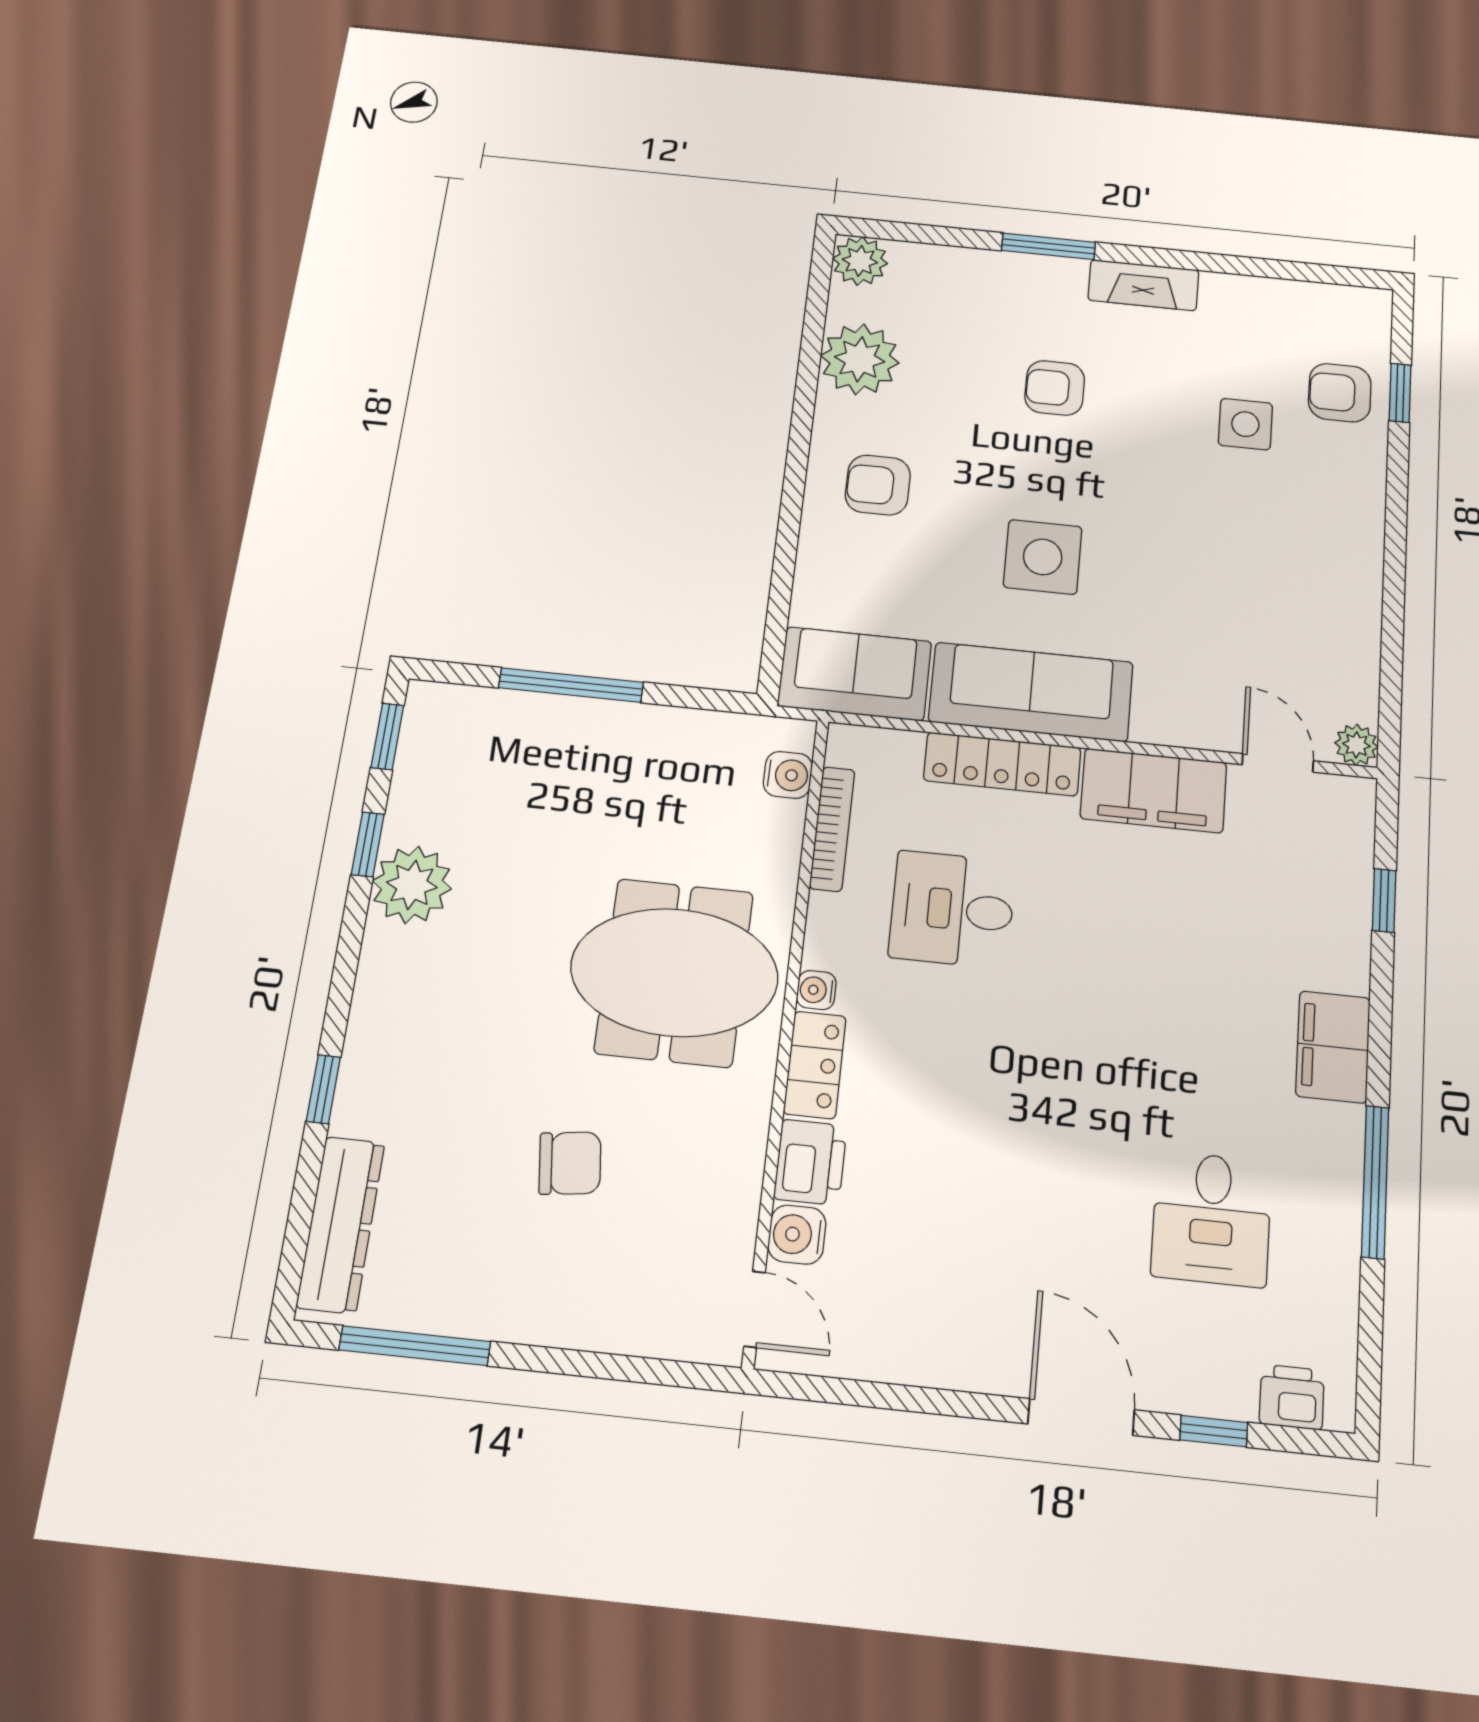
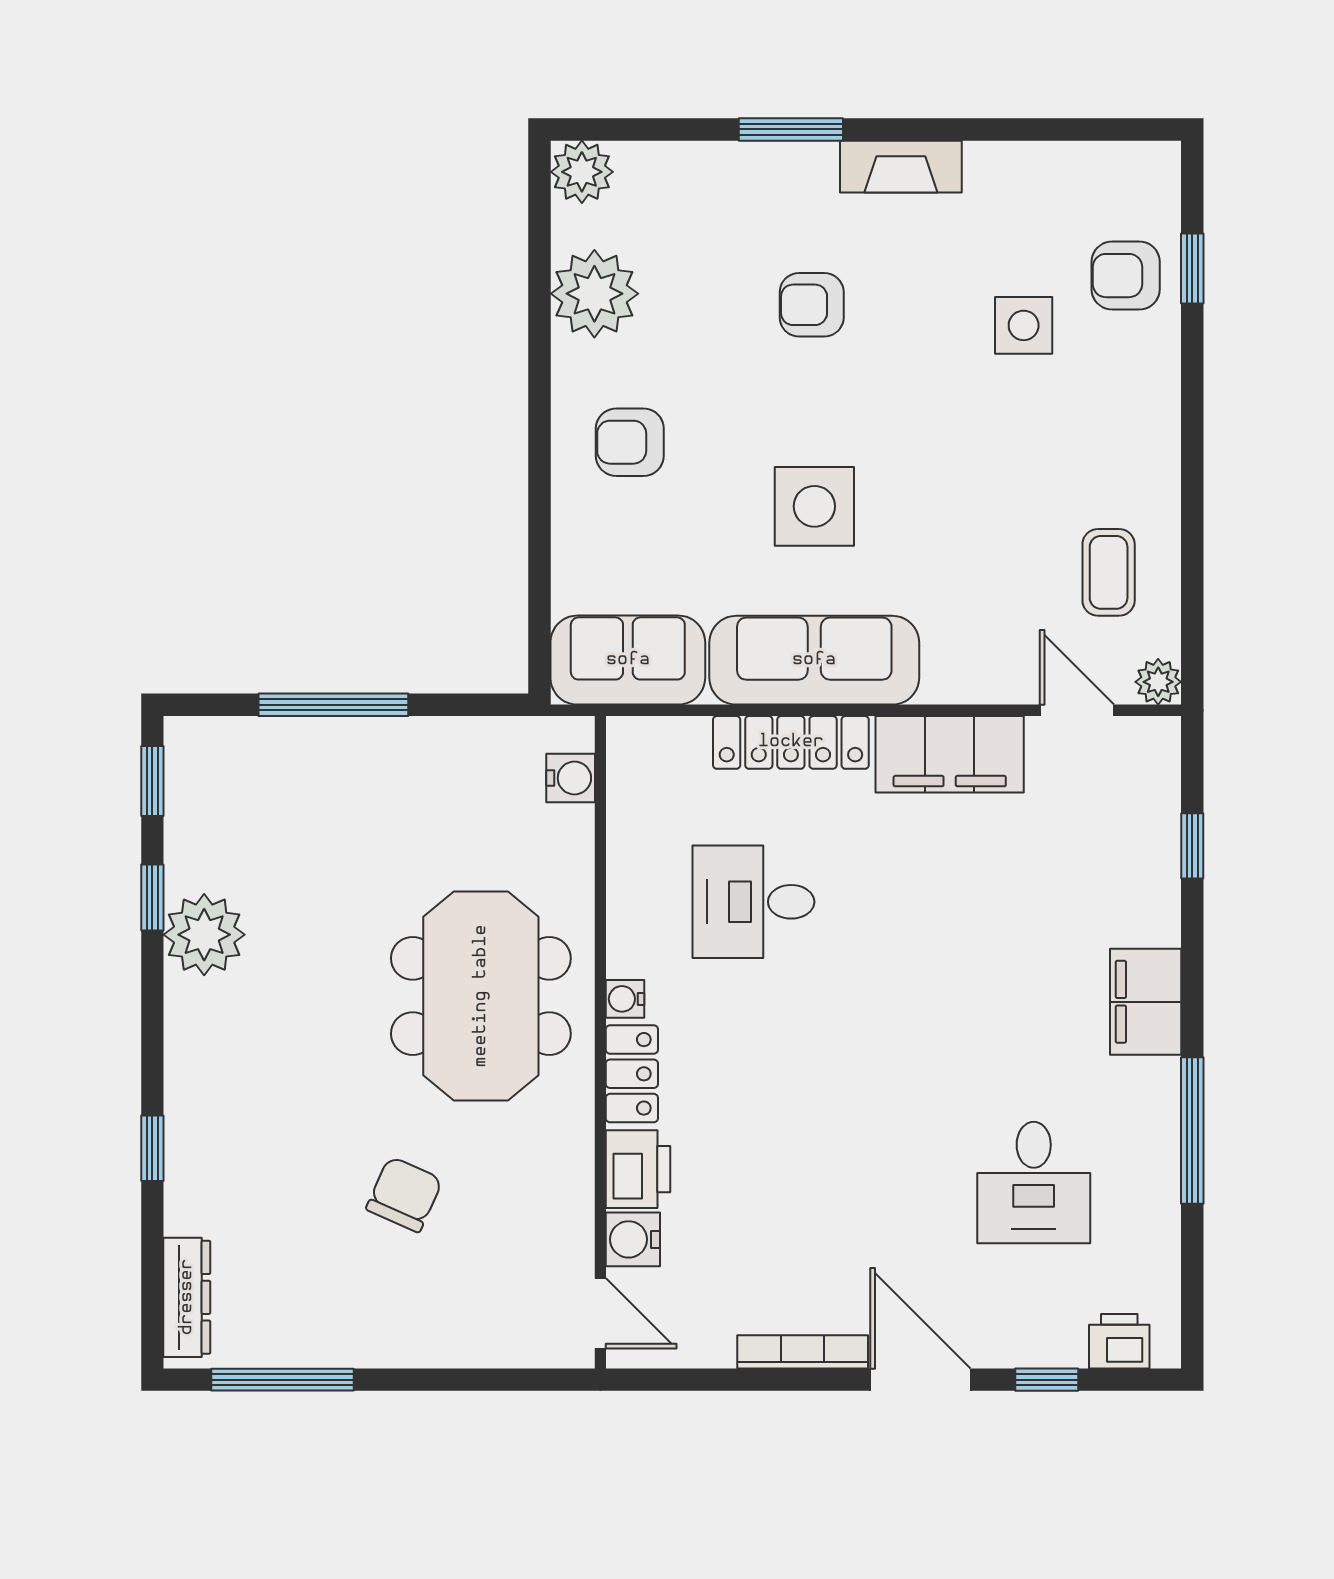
coffee table: (1313, 642) -> (1109, 572), added
bookcase: (832, 829) -> (803, 1352), moved, turned -90
meeting table: (674, 972) -> (481, 996), turned 90
chair: (570, 1163) -> (404, 1194), turned -59
dresser: (341, 1225) -> (187, 1297), width x0.73, depth x0.80

